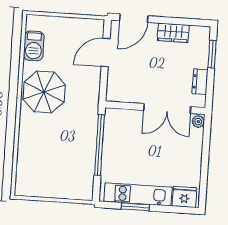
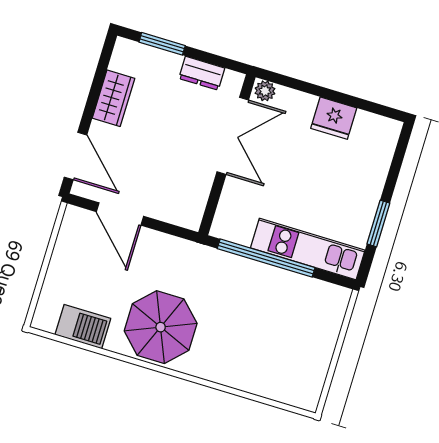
kitchen unit: (138, 194) -> (308, 249), moved, turned 90
fridge: (184, 197) -> (334, 118), moved, turned -90

